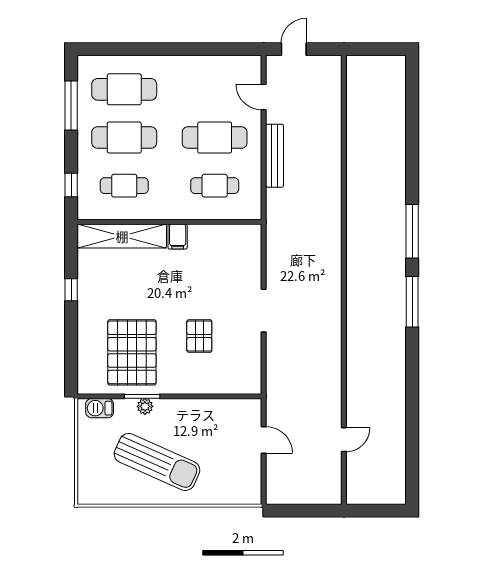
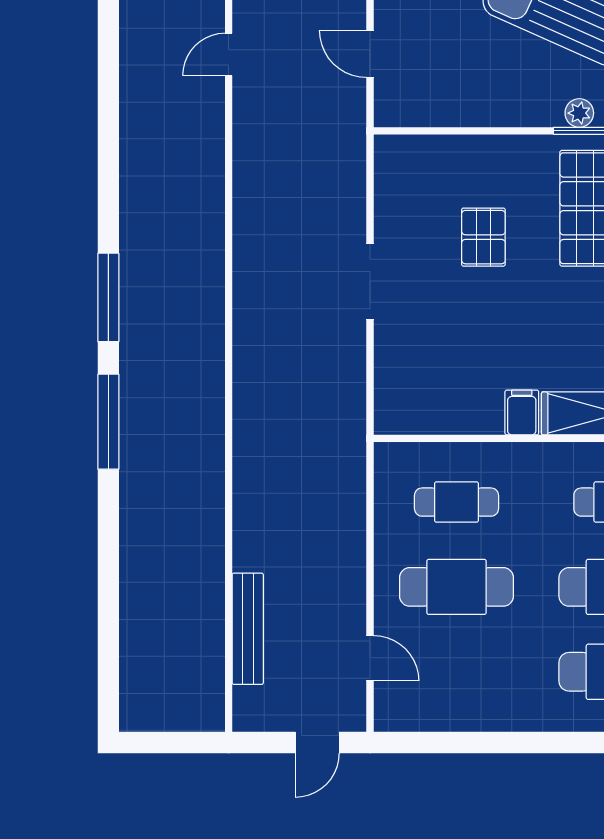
bench: (275, 156) -> (248, 629), moved

